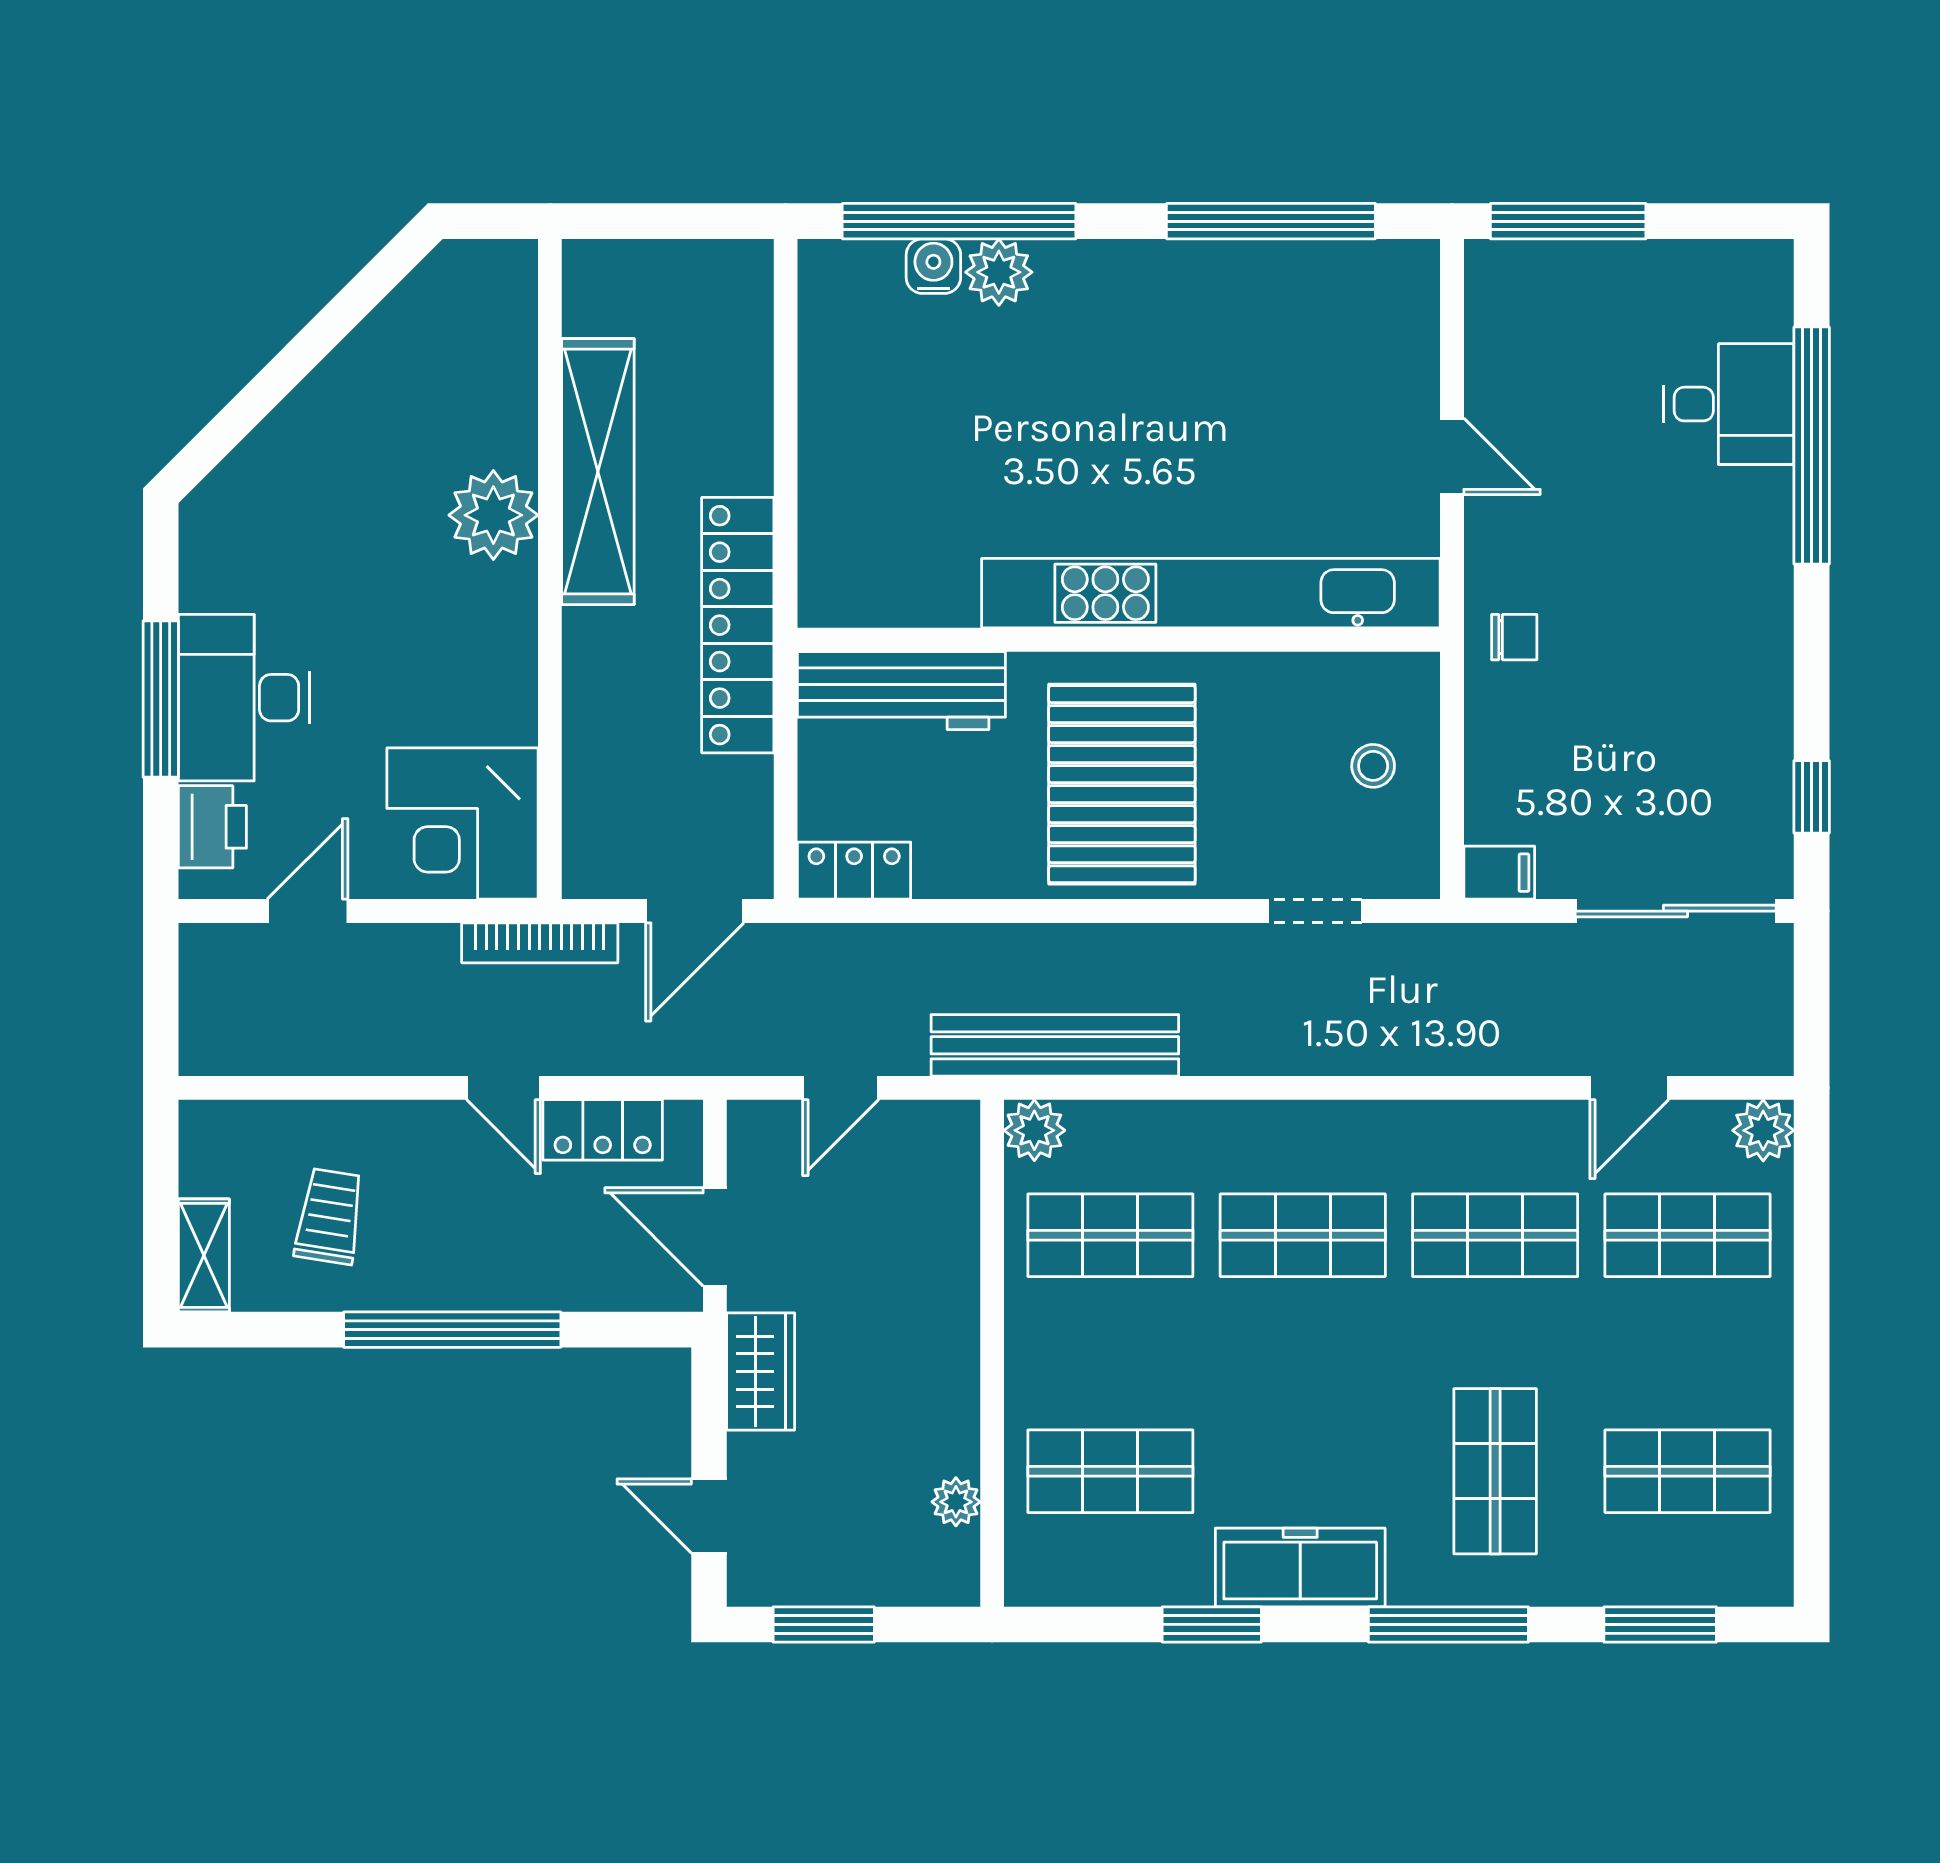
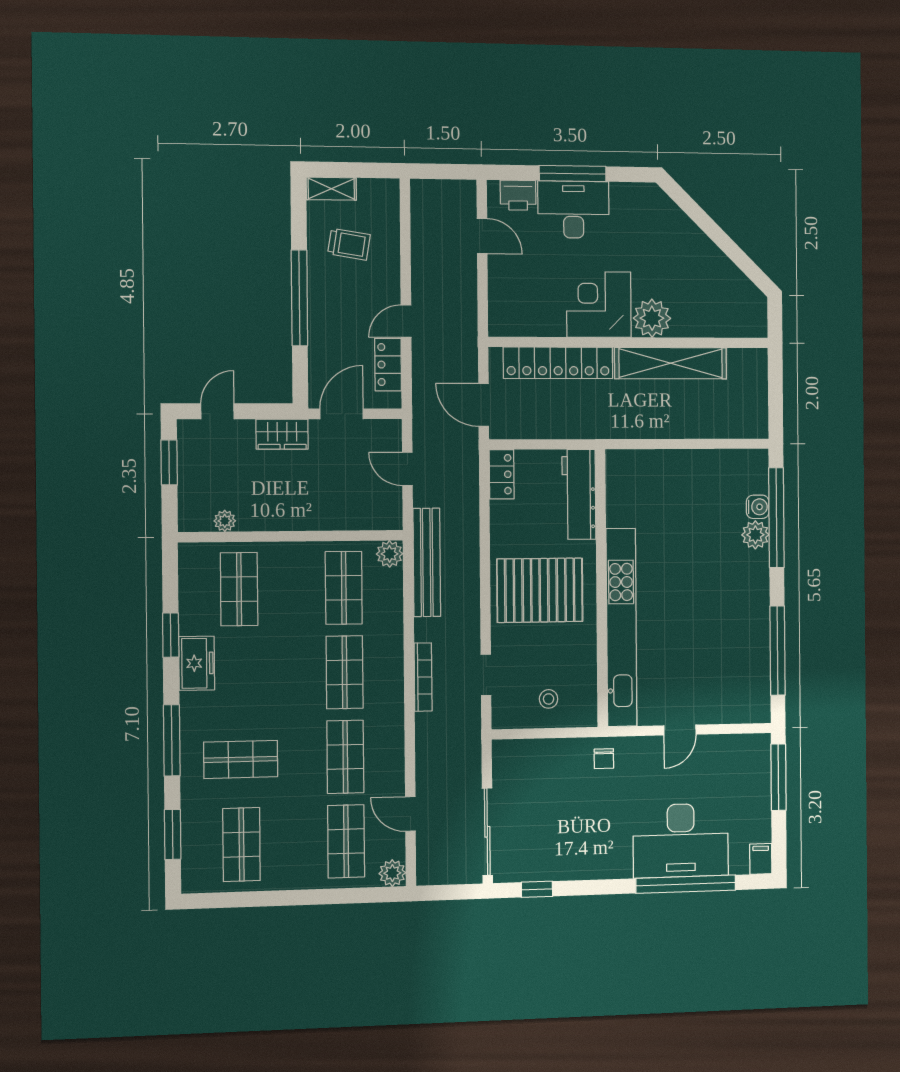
desk: (1729, 404) -> (681, 840), width x1.87, depth x1.30
locker: (738, 625) -> (558, 363), moved, turned 180
corner desk: (462, 824) -> (599, 304), moved
filing cabinet: (1499, 873) -> (761, 859), moved, turned 180
bookcase: (540, 943) -> (423, 677), moved, turned 180
freezer: (1300, 1567) -> (197, 663), width x0.71

